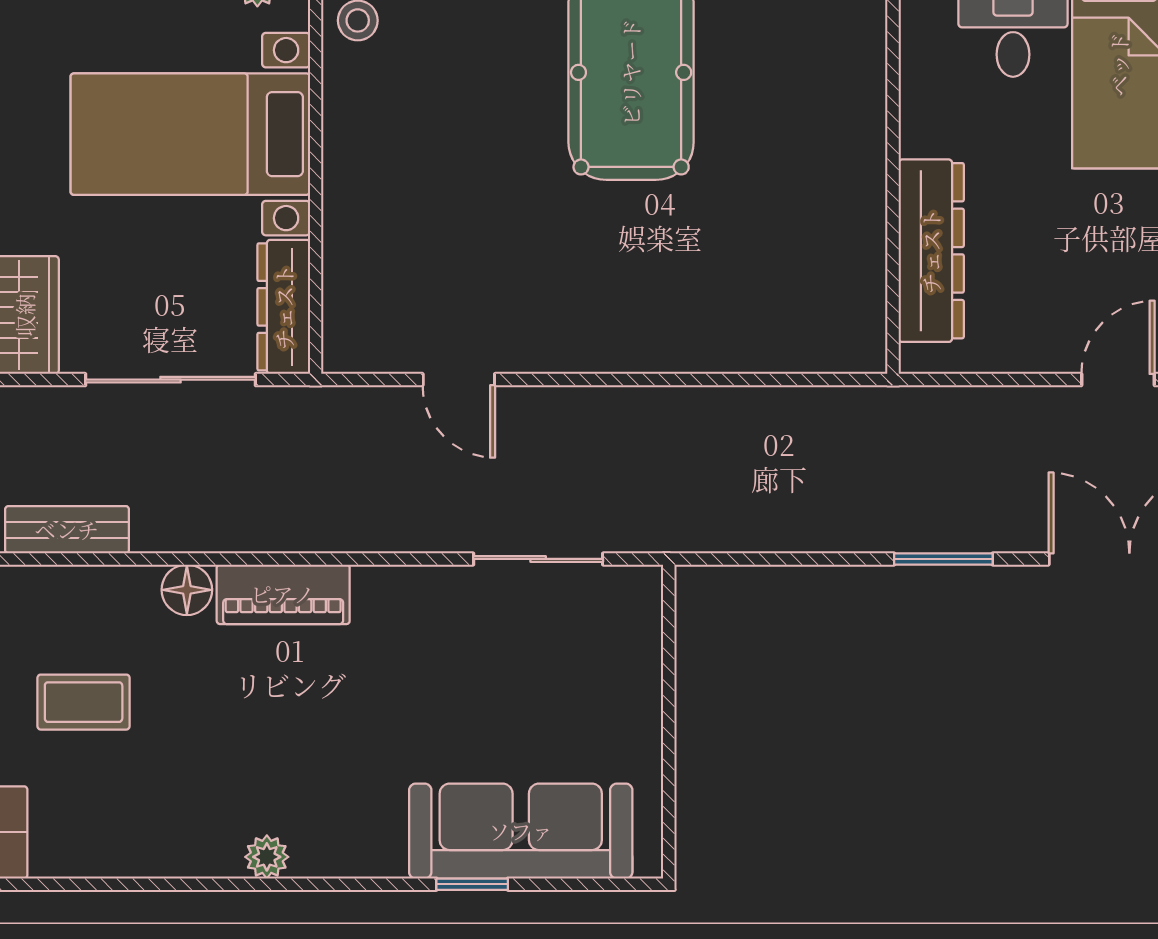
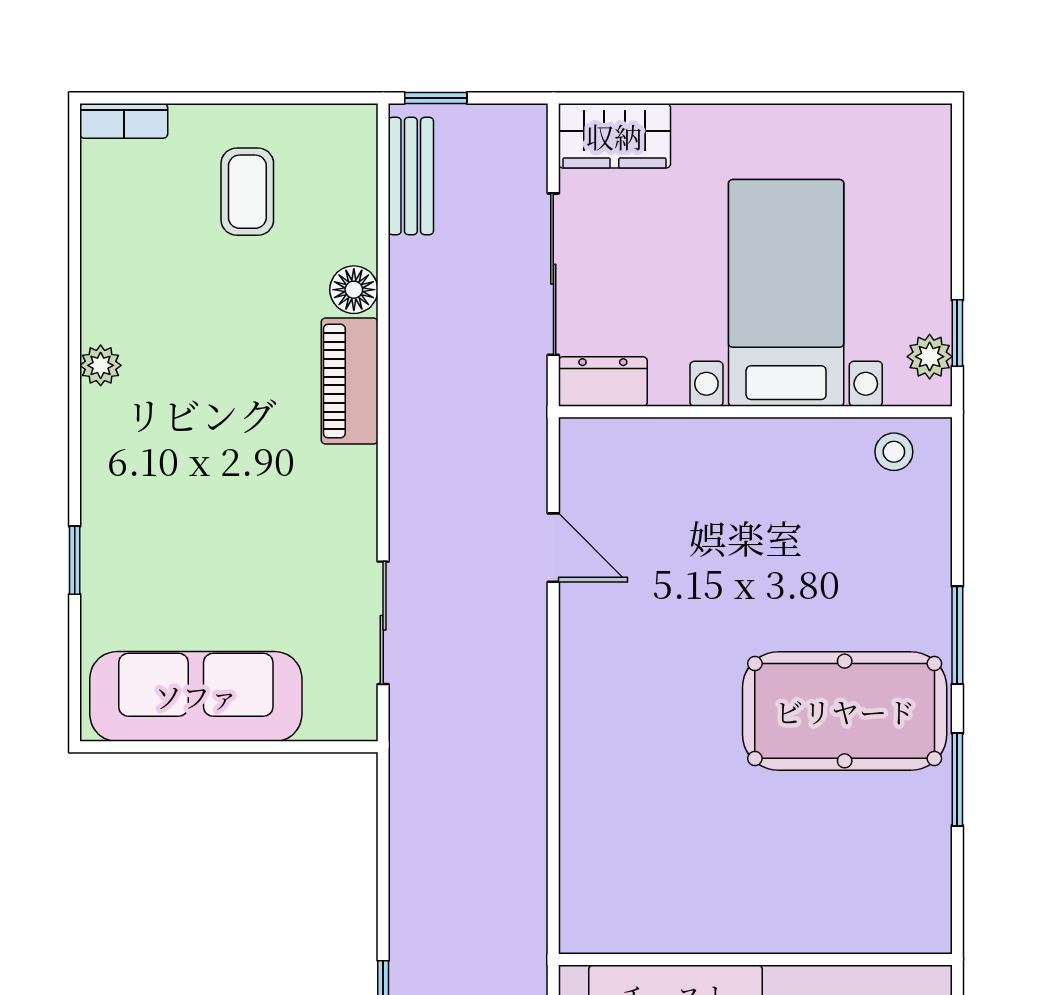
dresser: (284, 307) -> (603, 382), width x0.70
door: (459, 380) -> (553, 548), swing flipped
sofa: (521, 831) -> (196, 696), moved, turned -90

